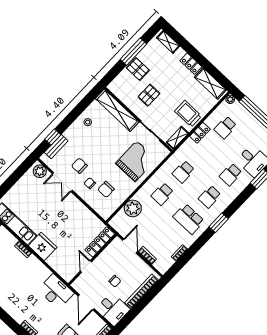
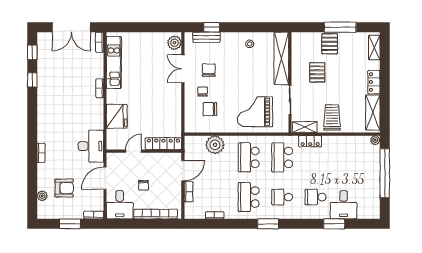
pallet: (149, 95) -> (317, 72), turned 90
school desk: (225, 127) -> (349, 157), removed
locker: (200, 133) -> (310, 141), moved
grand piano: (136, 161) -> (255, 112), turned 180
school desk: (183, 172) -> (282, 157), width x1.85
school desk: (162, 194) -> (249, 157), width x1.85
fridge: (43, 247) -> (117, 116), moved

